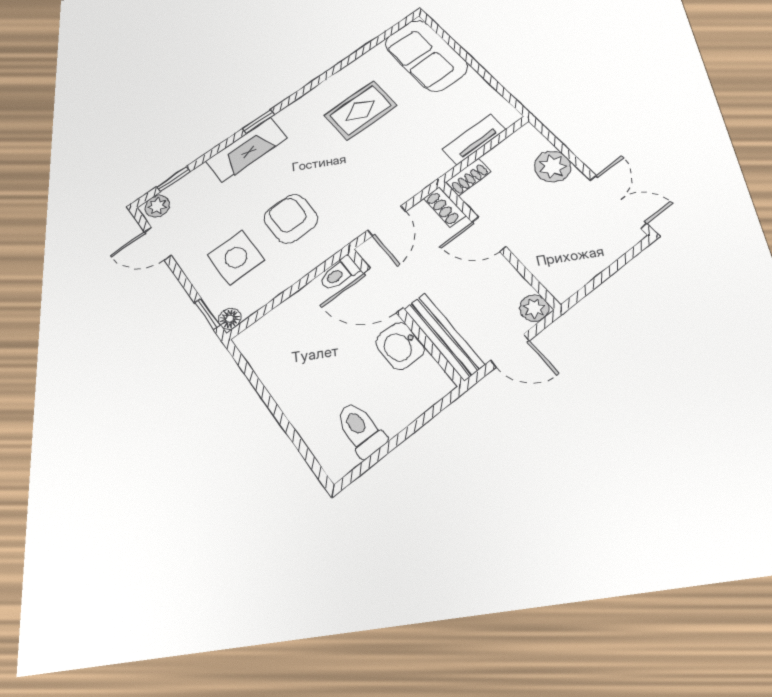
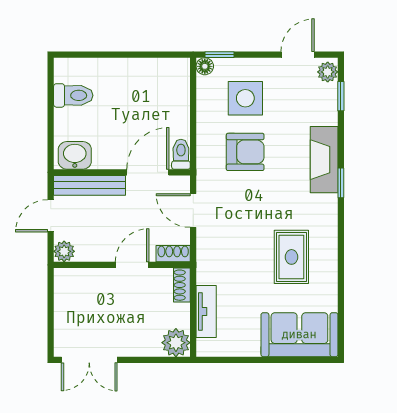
plant: (553, 167) -> (176, 343), moved
washbasin: (400, 346) -> (75, 155), moved

